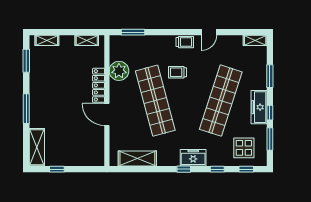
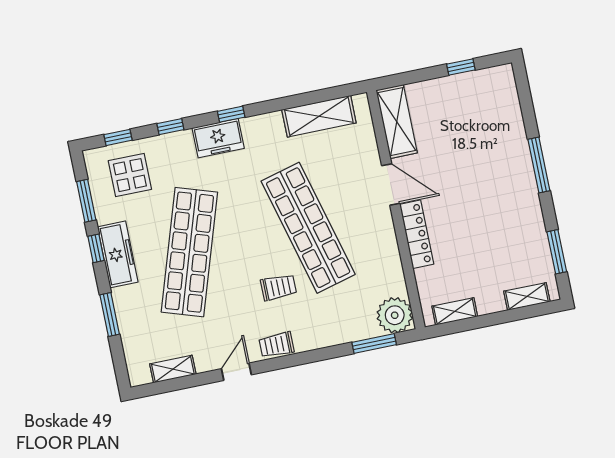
shelving: (255, 40) -> (173, 369), moved
plant: (119, 71) -> (395, 315), moved
shelving: (37, 147) -> (397, 122), moved

